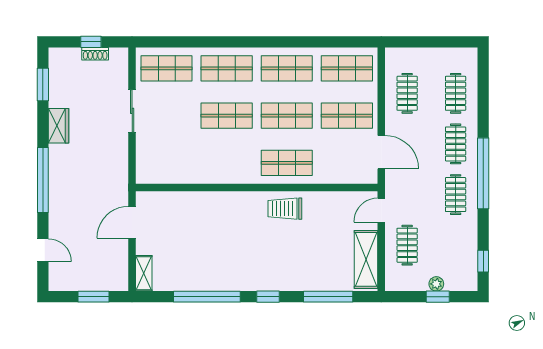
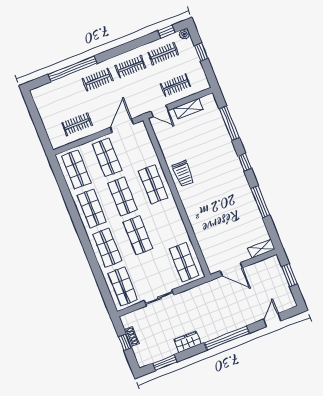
clothes rail: (456, 93) -> (163, 54), moved
shop shelf: (167, 163) -> (184, 262), added
window: (483, 173) -> (72, 69), moved
shelving: (366, 259) -> (188, 109), width x0.67, depth x0.75
plant: (436, 284) -> (184, 34), moved
window: (207, 297) -> (260, 202), width x0.68

